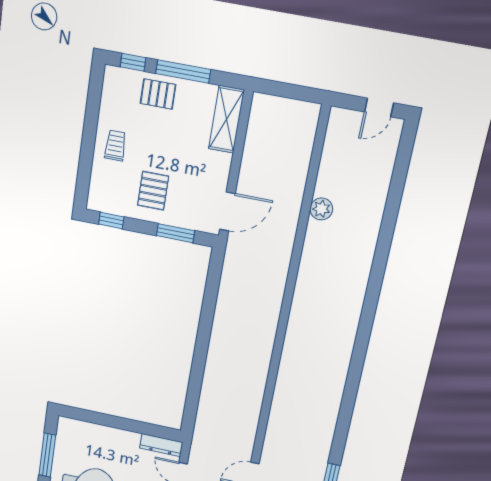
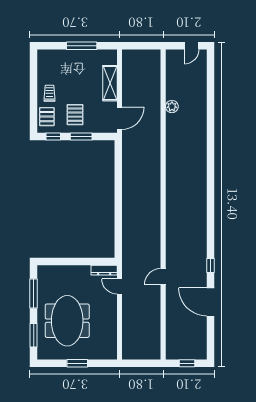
window: (133, 62) -> (53, 46), removed
pallet: (158, 94) -> (47, 117), moved, turned 90
shelving: (226, 119) -> (110, 83), moved
window: (176, 233) -> (81, 137), moved

